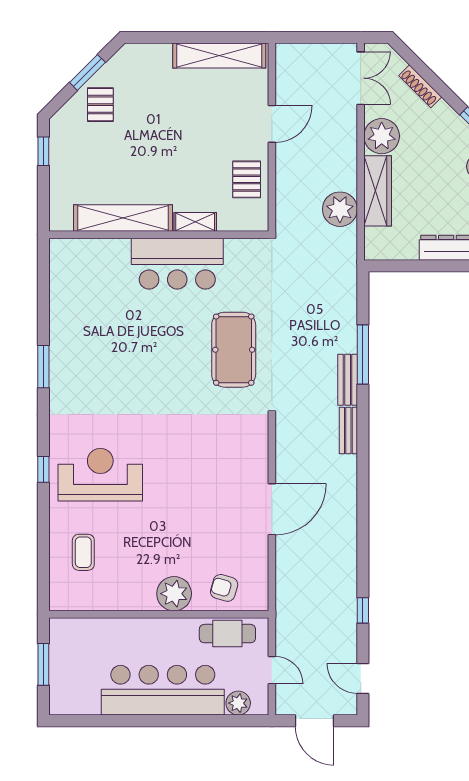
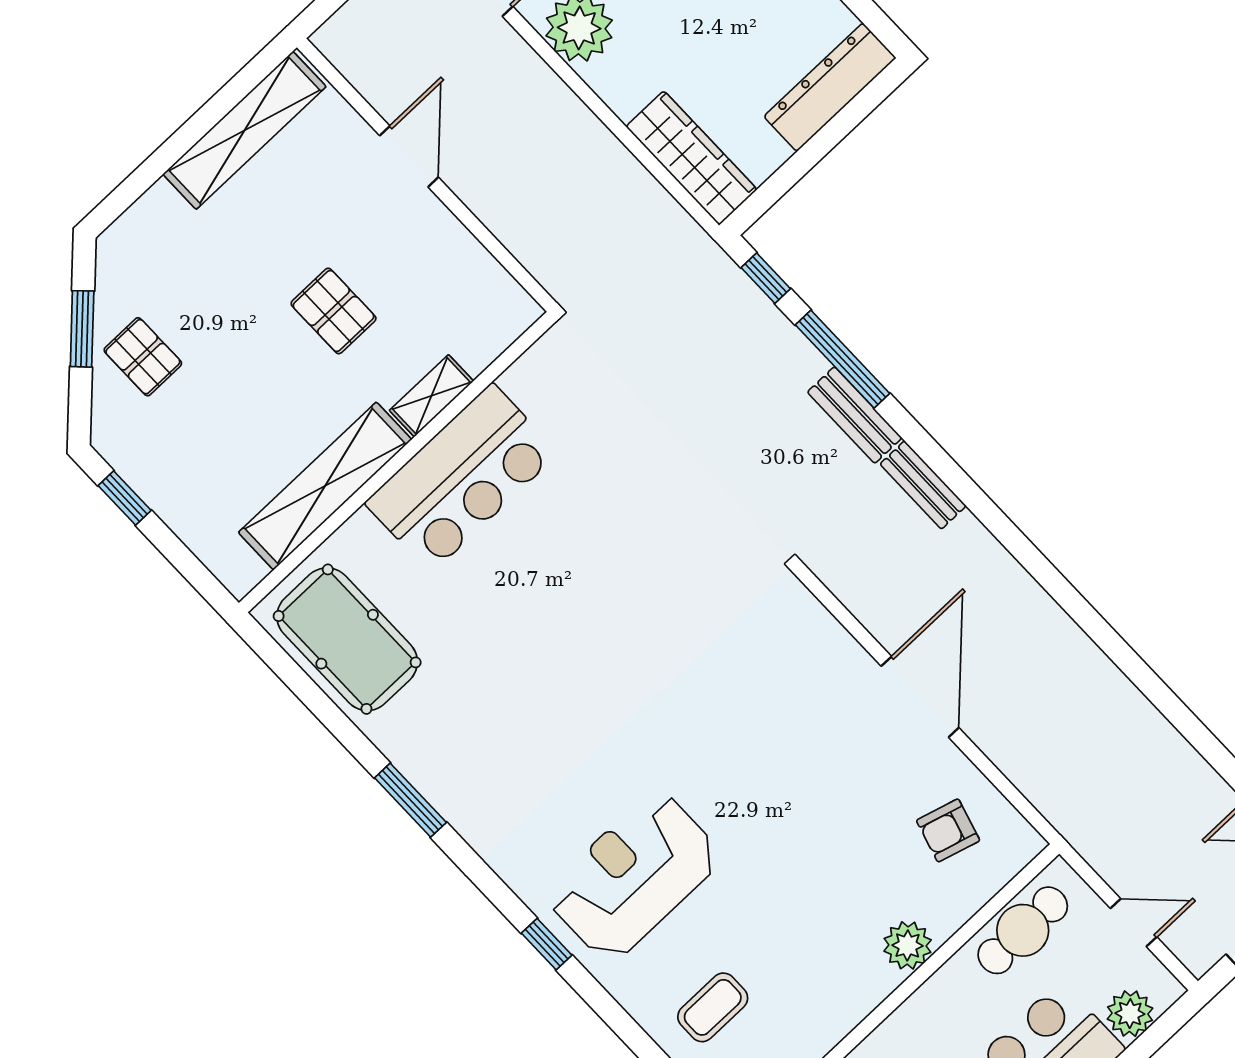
pallet: (247, 179) -> (334, 311), moved
wardrobe: (378, 191) -> (691, 158), moved
plant: (340, 209) -> (618, 186), removed
pool table: (234, 350) -> (347, 639), moved
coffee table: (83, 552) -> (713, 1007), turned 90
armchair: (224, 588) -> (948, 830), moved
plant: (174, 594) -> (908, 945), width x0.73, depth x0.73
window: (363, 610) -> (766, 278), moved

